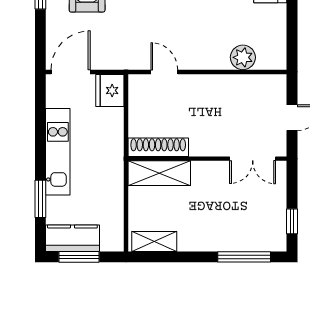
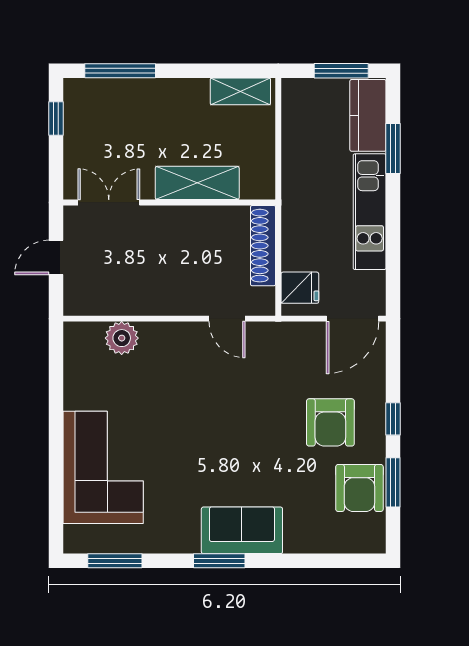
fridge: (110, 90) -> (300, 288), width x0.72
shoe rack: (158, 147) -> (263, 246), moved, turned 90
shelving: (159, 173) -> (197, 183), moved
kitchen counter: (72, 238) -> (368, 115), moved, turned 90

